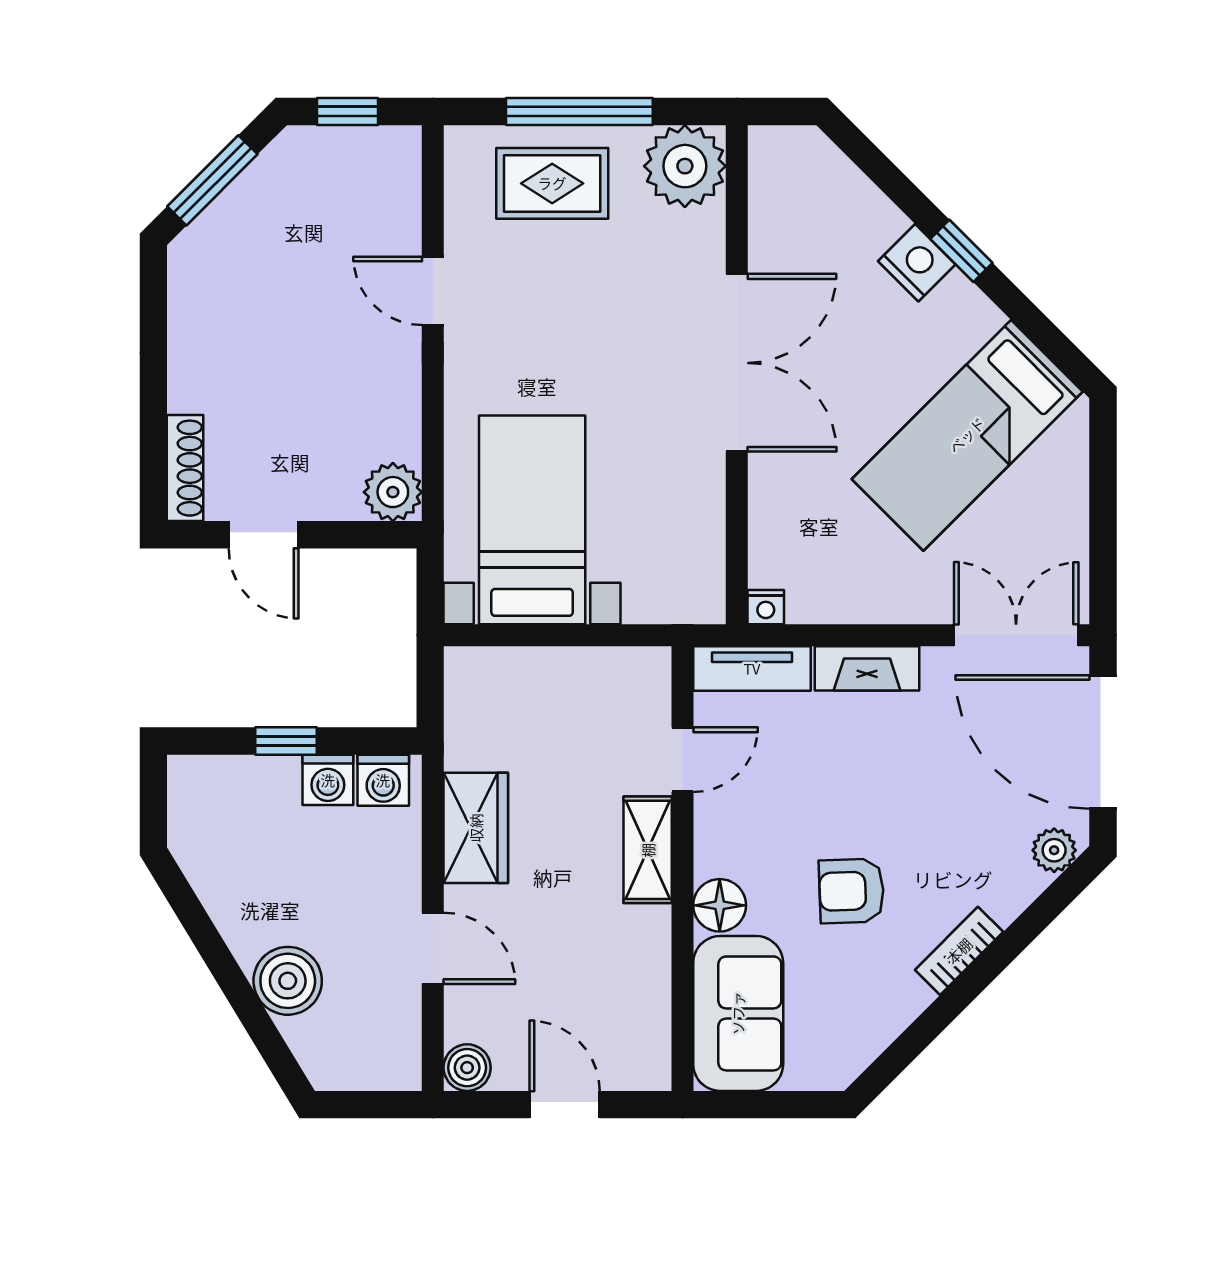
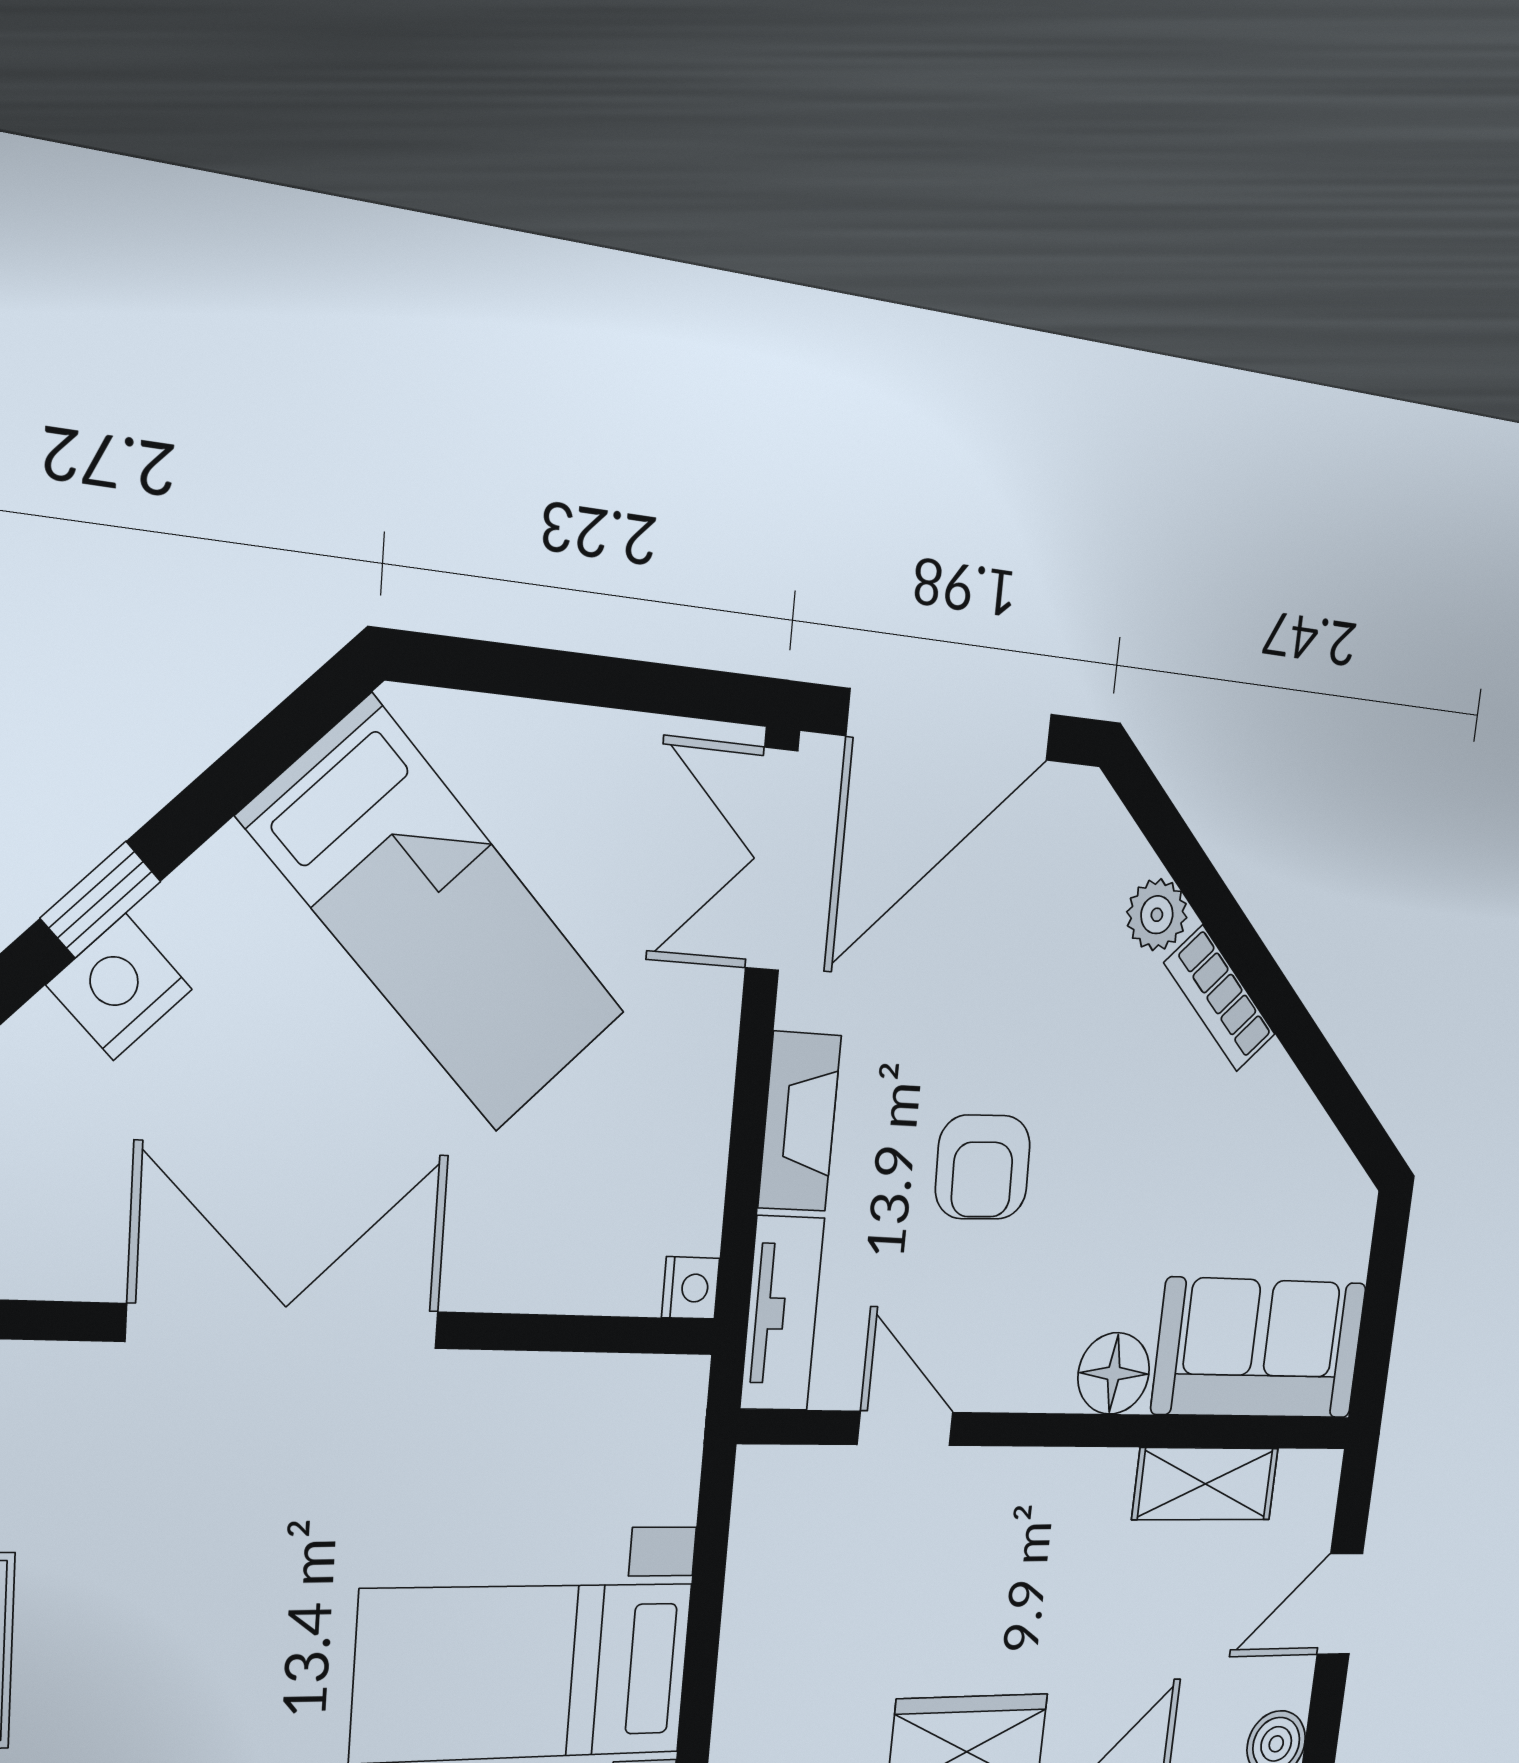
shelving: (648, 850) -> (1205, 1484), moved
plant: (1054, 850) -> (1157, 915), moved
armchair: (852, 891) -> (983, 1167), moved

